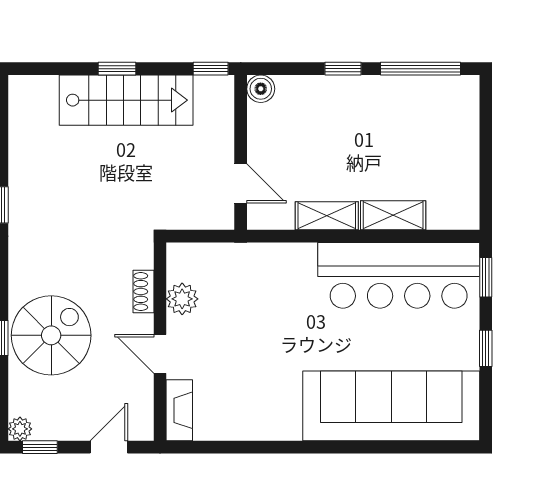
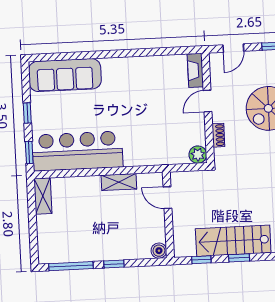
window: (211, 69) -> (201, 260), moved
shelving: (393, 215) -> (43, 196), moved, turned 90
plant: (182, 299) -> (198, 155), moved
door: (160, 354) -> (208, 101), swing flipped
sofa: (391, 406) -> (65, 75), width x0.74, depth x0.79

